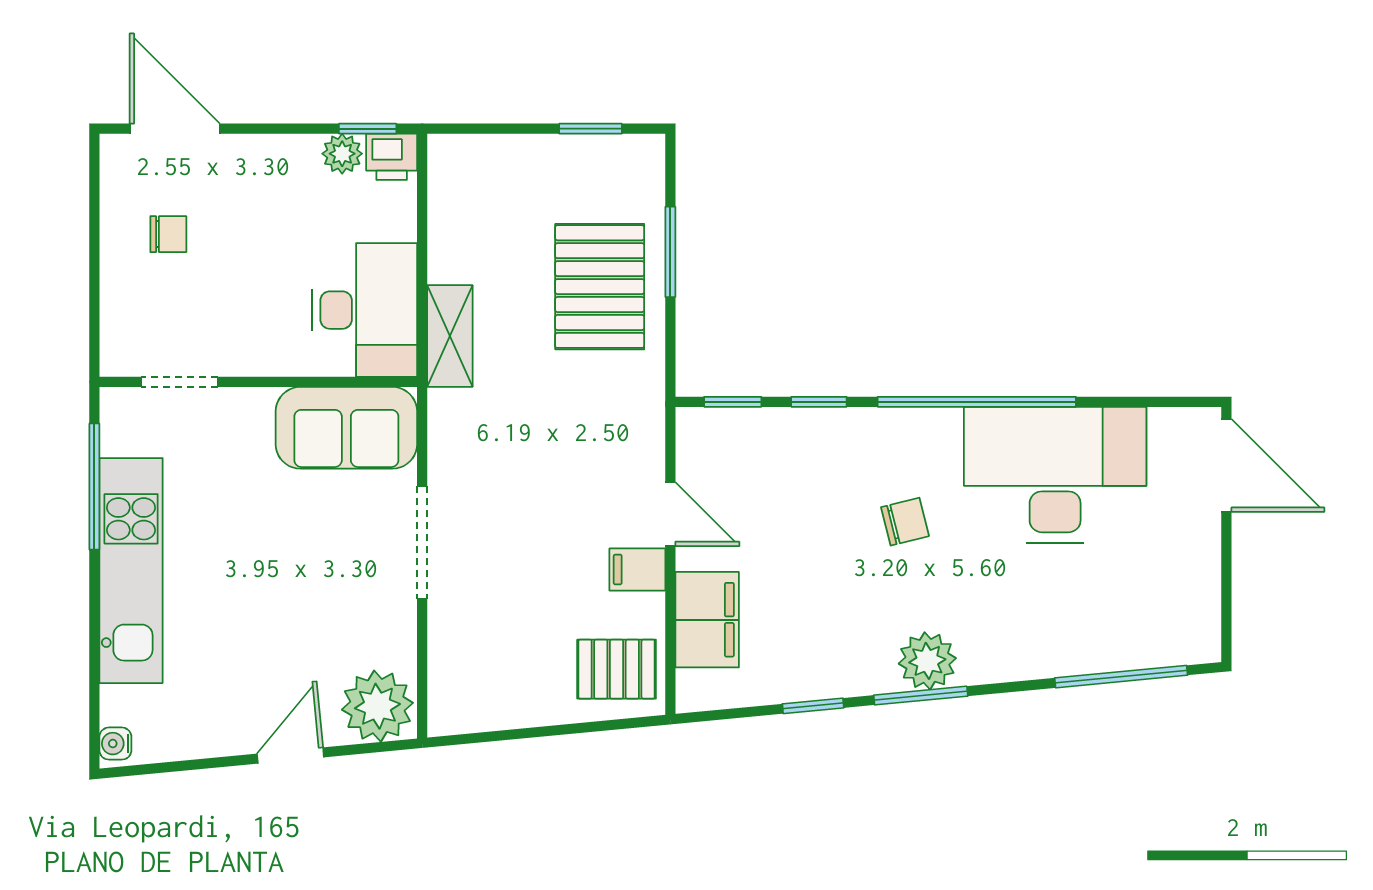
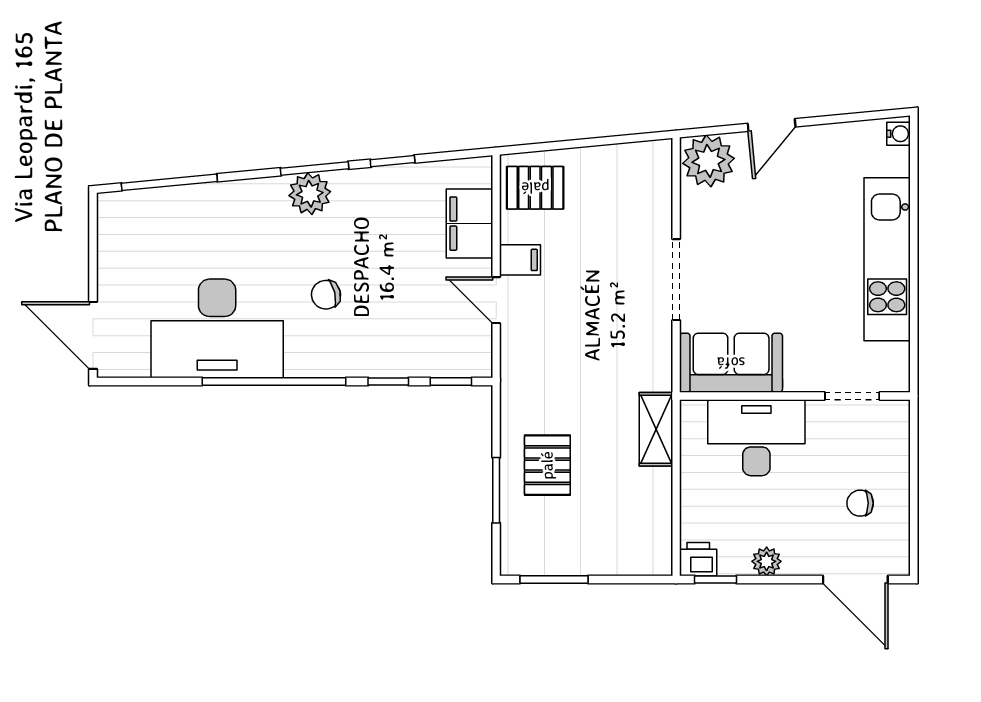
window: (591, 129) -> (554, 580), width x1.50
plant: (342, 154) -> (767, 561), moved
pallet: (600, 287) -> (547, 465), width x0.67, depth x0.71
desk: (364, 310) -> (756, 438), moved, turned 90
window: (94, 487) -> (914, 320), removed

